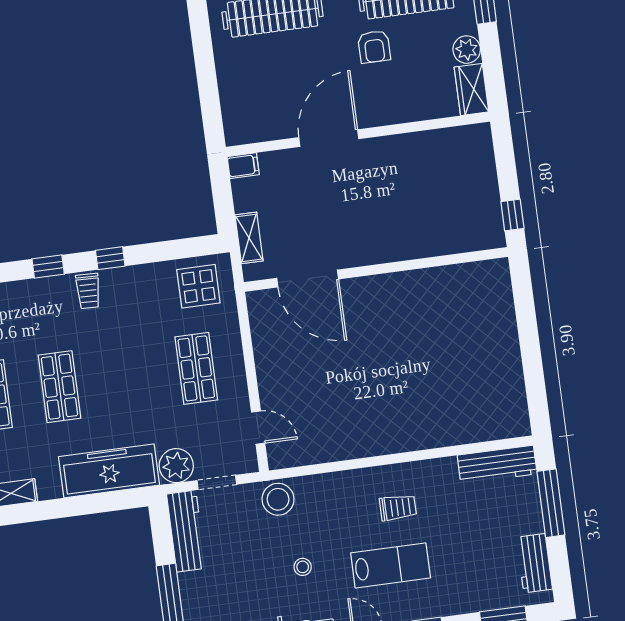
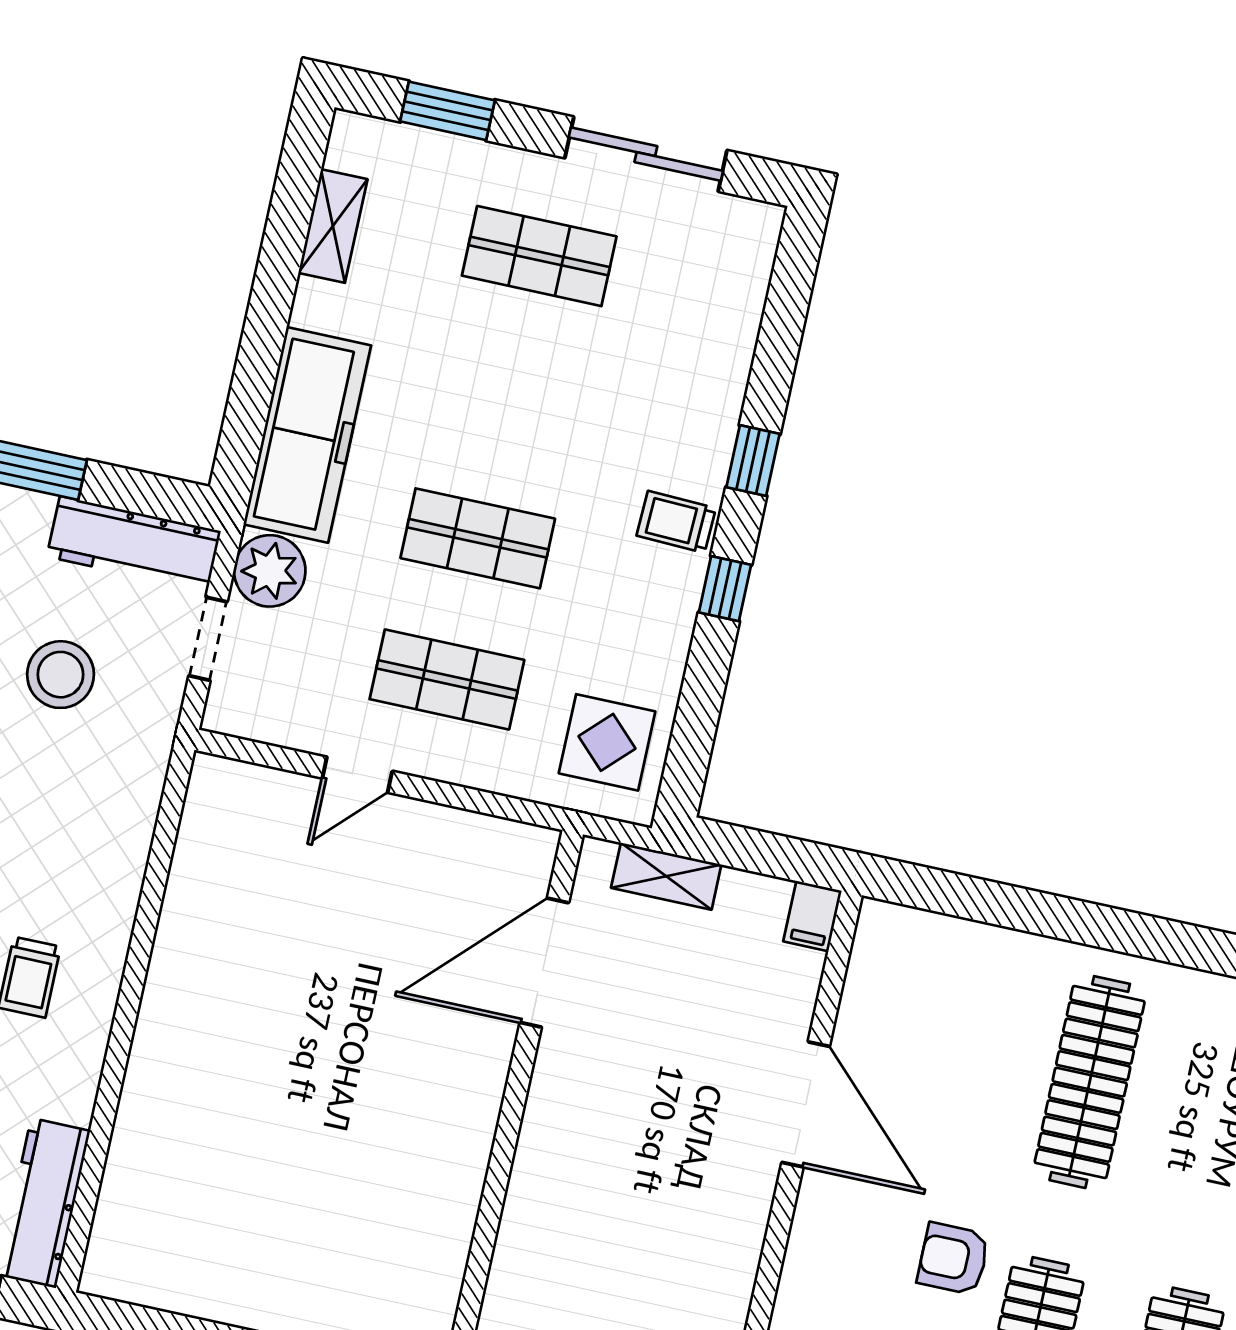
shop shelf: (59, 387) -> (478, 538), moved
door: (258, 428) -> (357, 775), moved
stool: (278, 499) -> (61, 675), moved

